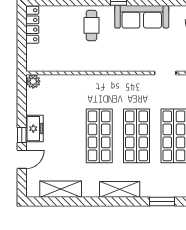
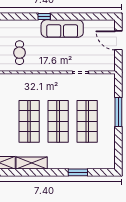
cafe table: (92, 25) -> (20, 53), moved
shelving: (120, 189) -> (32, 163), moved

